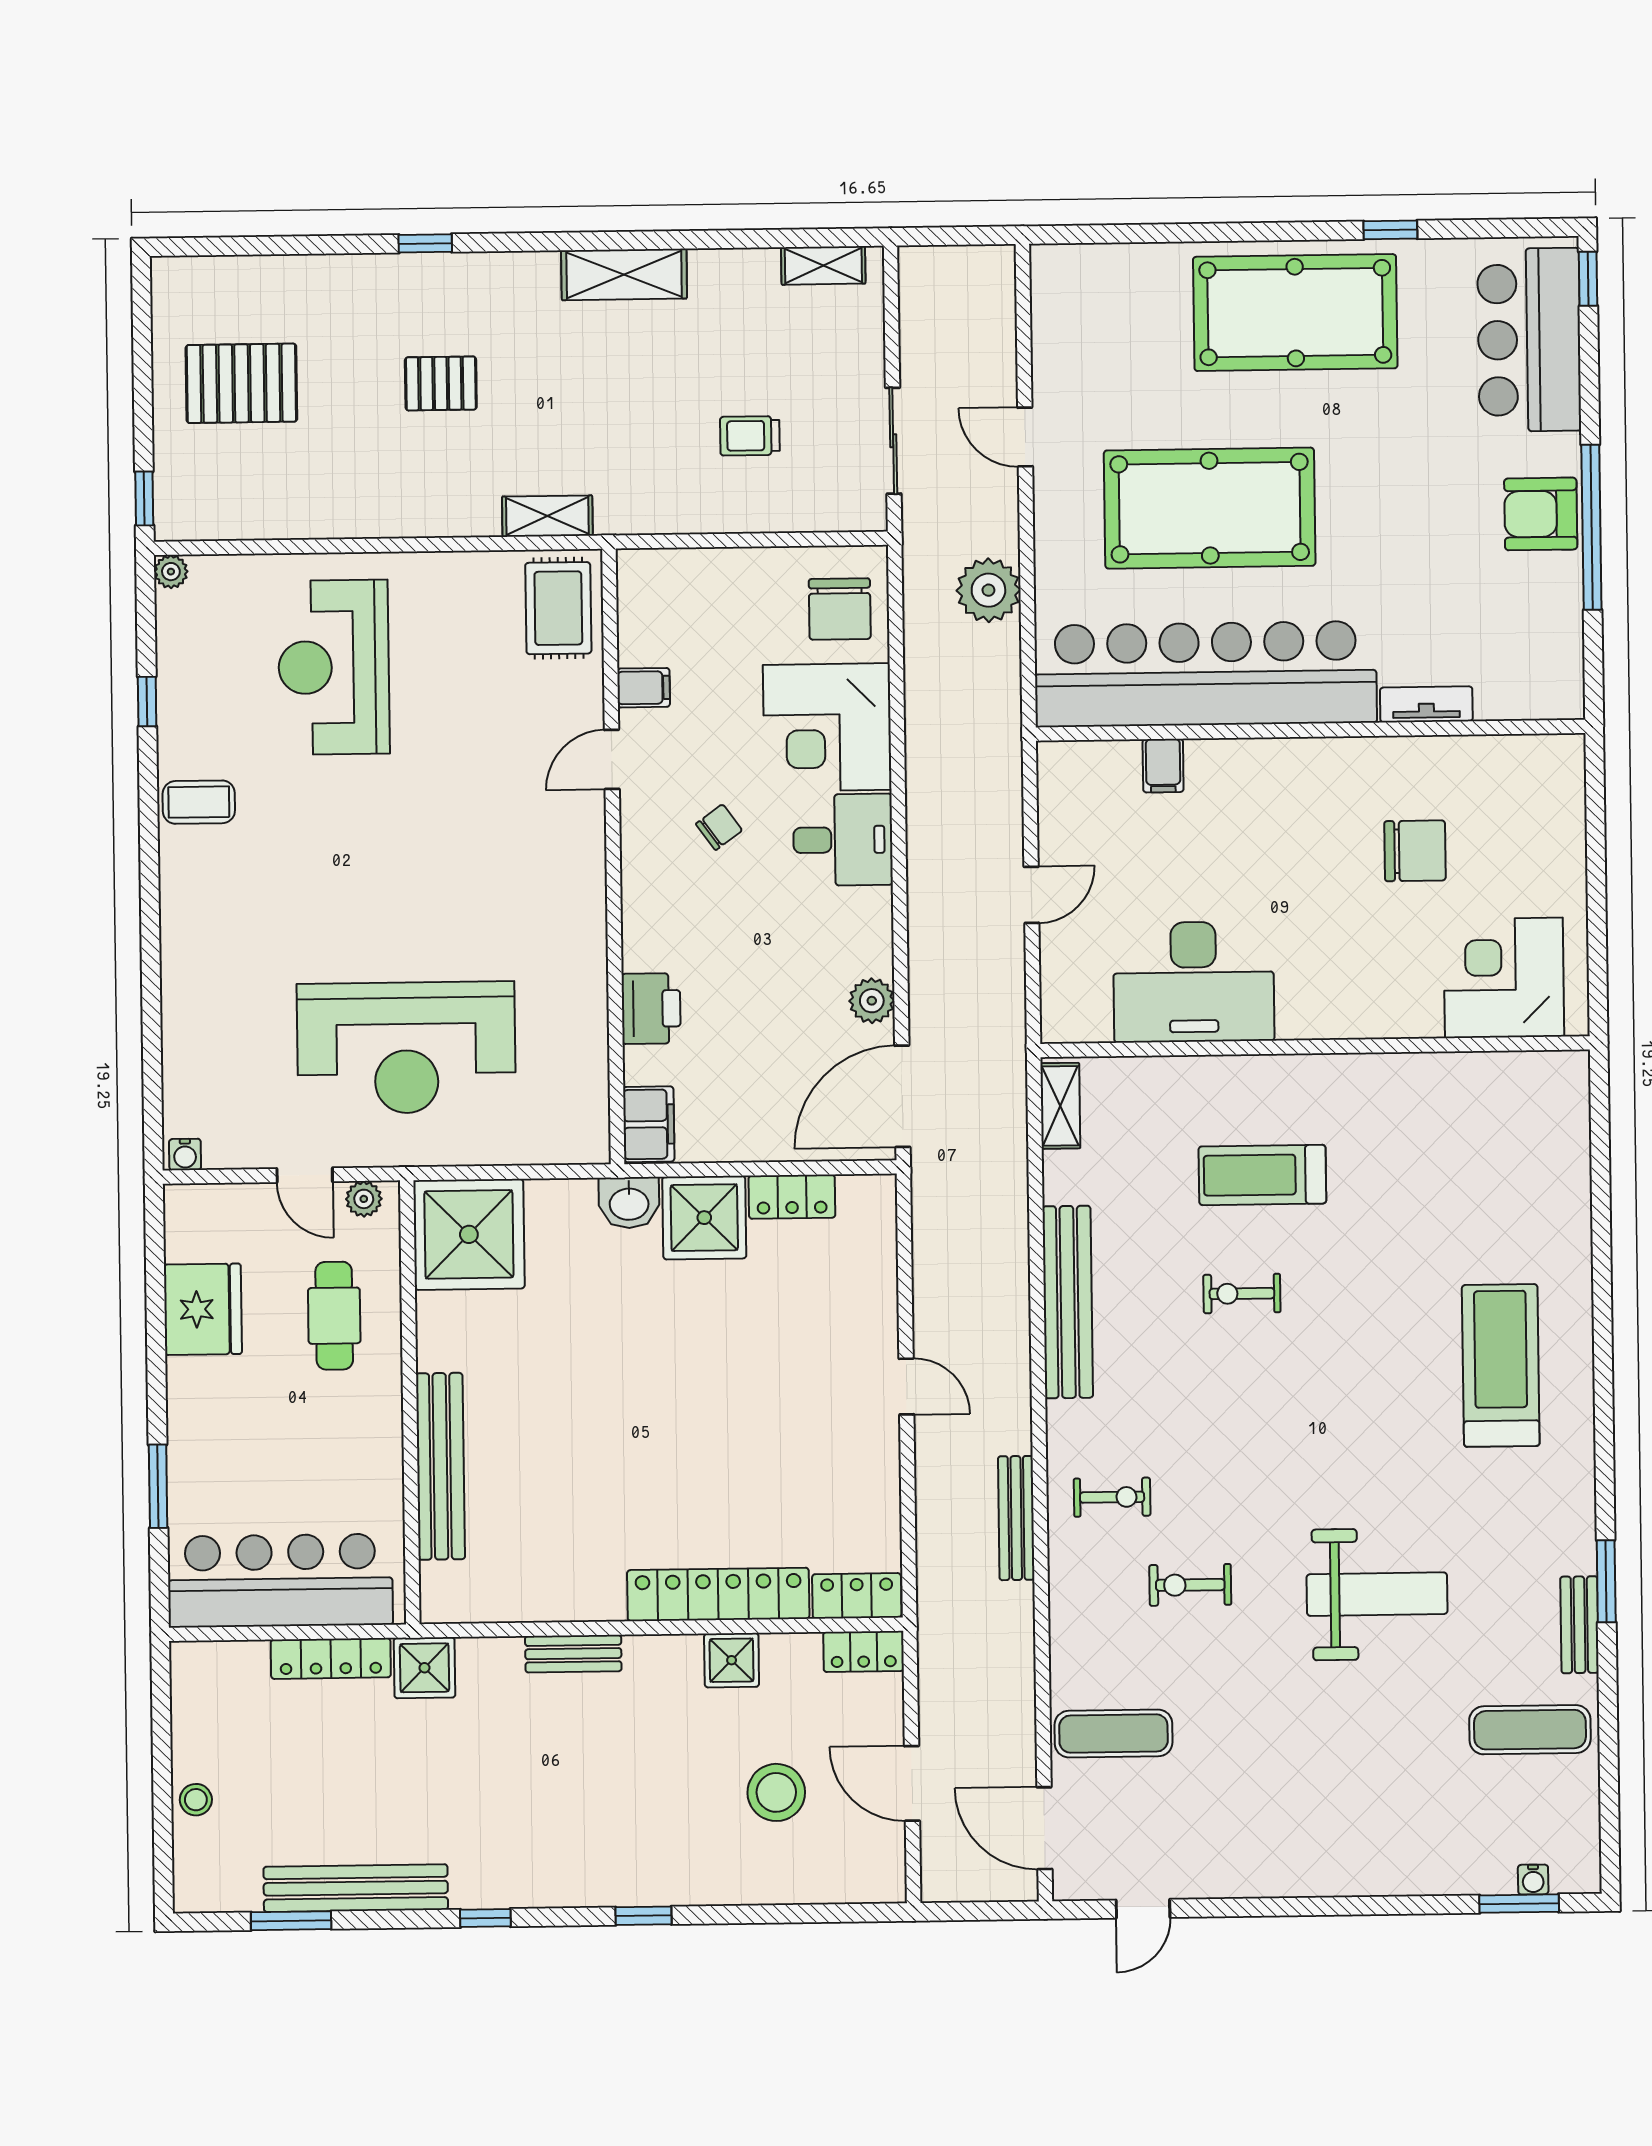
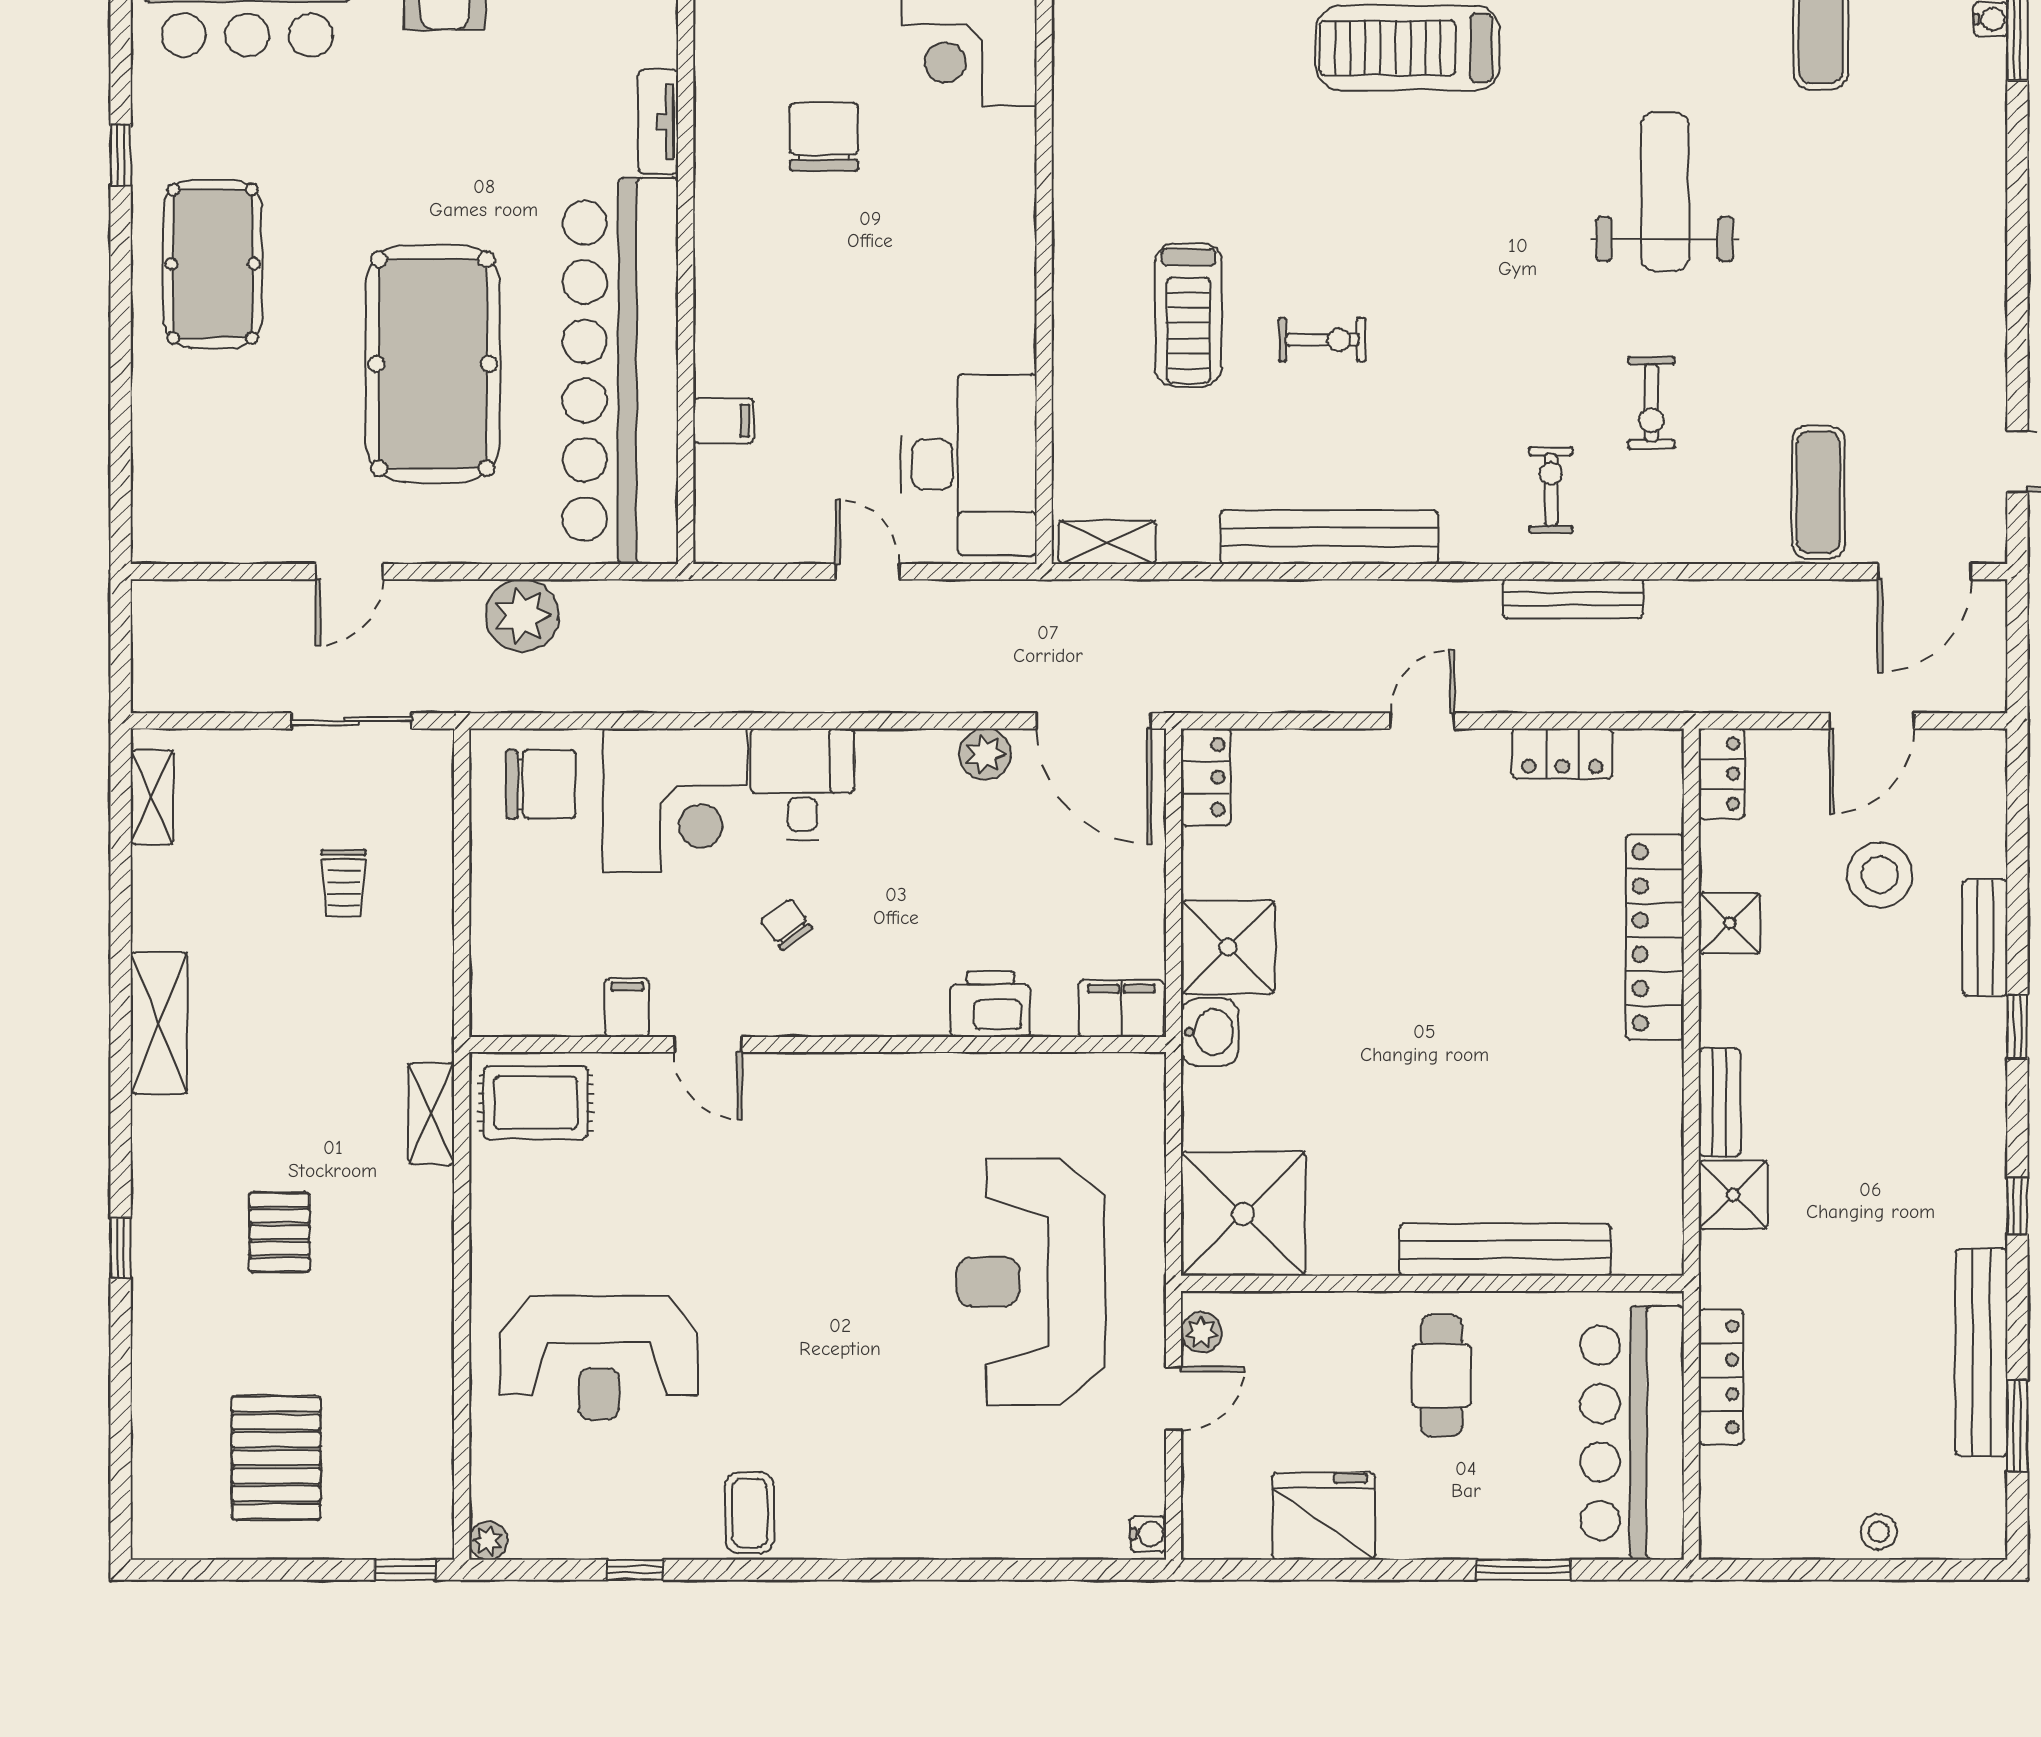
pool table: (1295, 313) -> (213, 264), width x0.73, depth x0.76
desk: (1194, 982) -> (969, 465), moved
reception desk: (406, 1048) -> (1031, 1282), turned 180
locker: (792, 1197) -> (1206, 777), moved
exercise bike: (1242, 1294) -> (1322, 340), turned -90
cafe table: (334, 1316) -> (1442, 1376), moved, turned 90
locker: (857, 1596) -> (1562, 754), moved, turned -90
shower: (425, 1668) -> (1733, 1195), moved
bench: (722, 1886) -> (1985, 938), added

